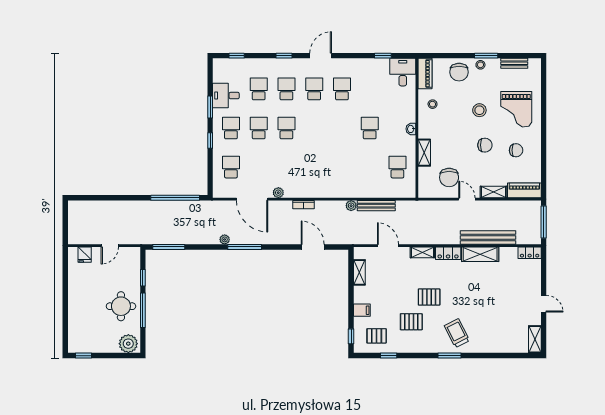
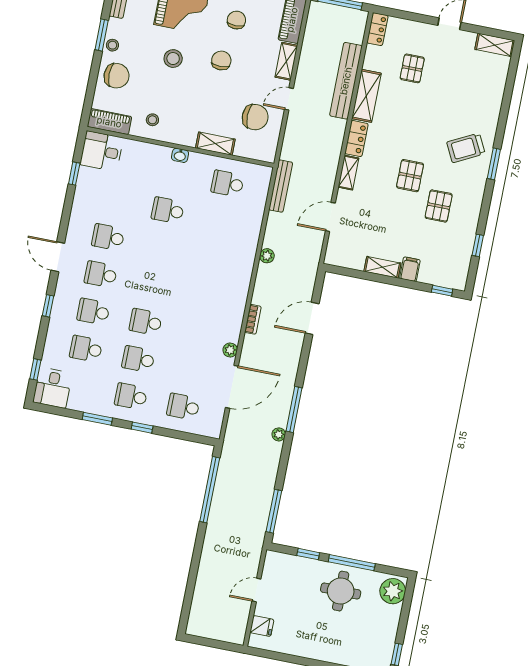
desk: (226, 96) -> (53, 388), moved
bench: (376, 206) -> (281, 186), moved
door: (110, 246) -> (256, 590), swing flipped
shelving: (359, 272) -> (382, 267), moved
pallet: (377, 336) -> (412, 68), moved

